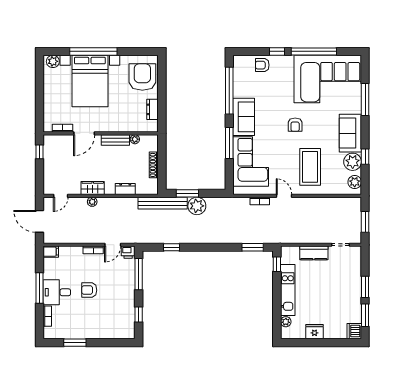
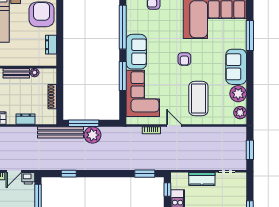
window: (365, 157) -> (250, 89), removed
window: (187, 193) -> (84, 123), width x1.44

